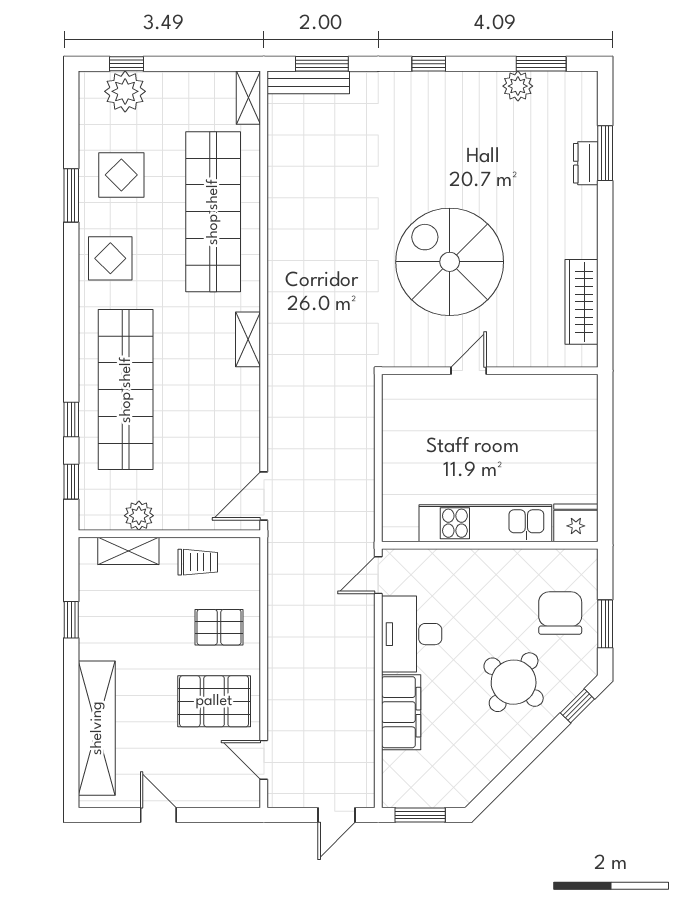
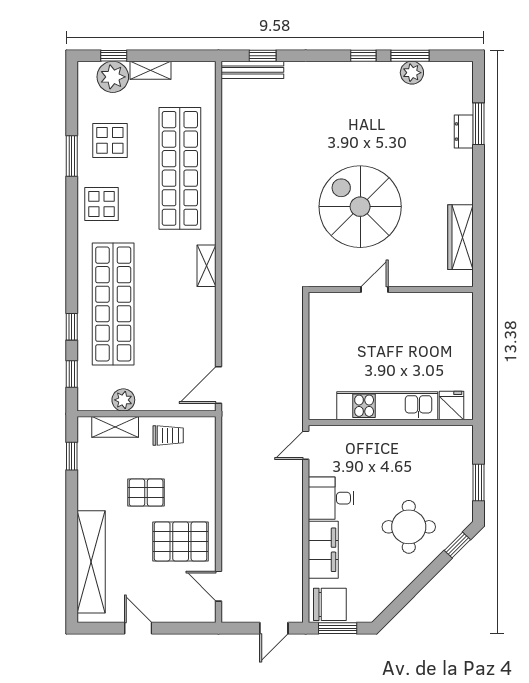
window: (322, 64) -> (263, 56), width x0.67
window: (429, 64) -> (363, 56), moved
window: (541, 64) -> (410, 56), moved
shelving: (248, 98) -> (151, 70), moved, turned 90
fridge: (576, 523) -> (452, 406), width x0.72
chair: (560, 613) -> (330, 604), moved, turned 90
window: (71, 620) -> (72, 456), moved
pallet: (219, 627) -> (146, 493), moved
desk: (412, 634) -> (331, 498), width x0.73
round table: (514, 682) -> (409, 527), turned -37

